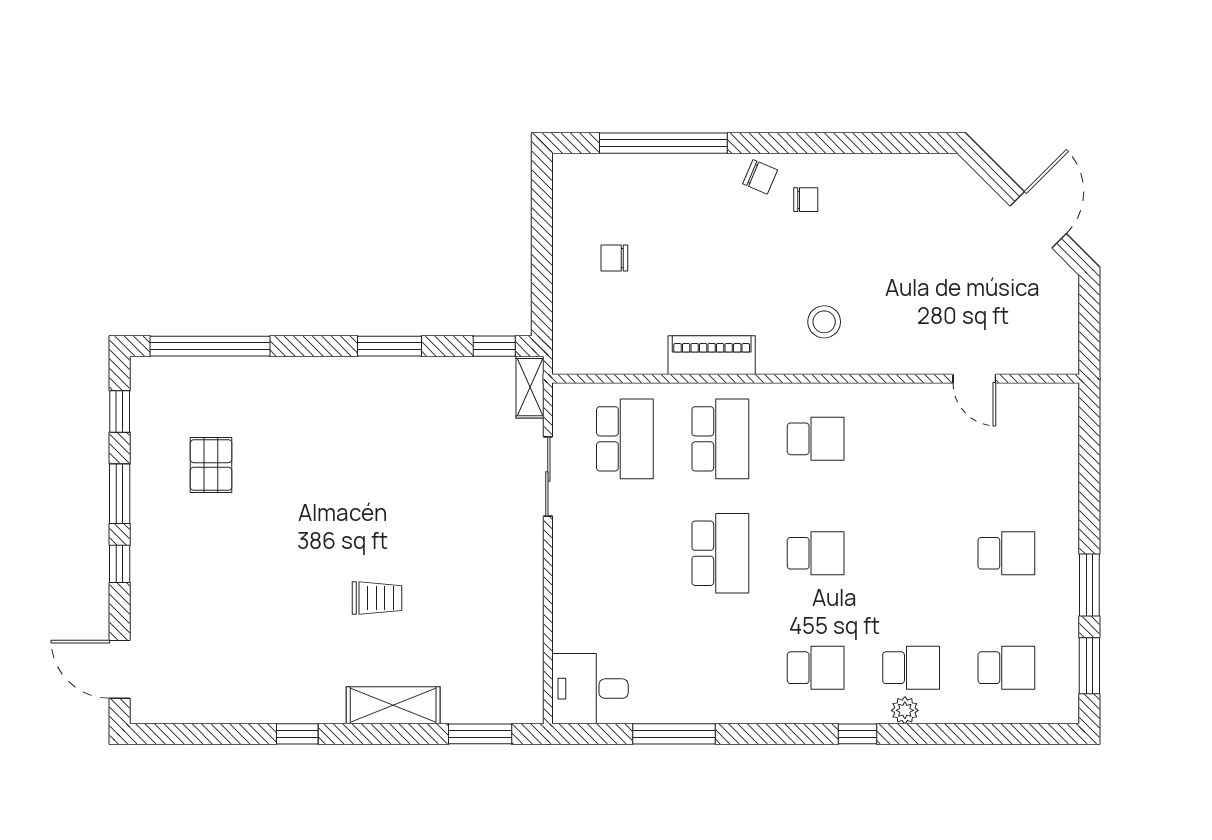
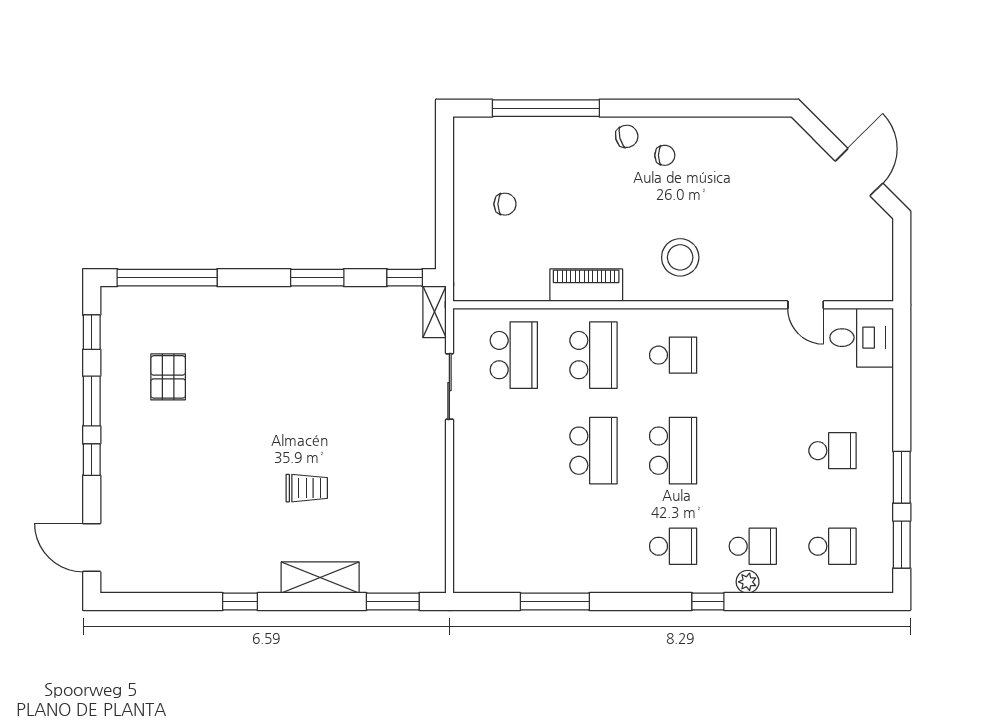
chair: (760, 177) -> (627, 136), turned -38
chair: (614, 258) -> (505, 204), turned 180
stool: (824, 322) -> (680, 257), width x1.38, depth x1.38
school desk: (816, 553) -> (673, 451), width x1.85
desk: (590, 689) -> (862, 338), moved, turned 180

